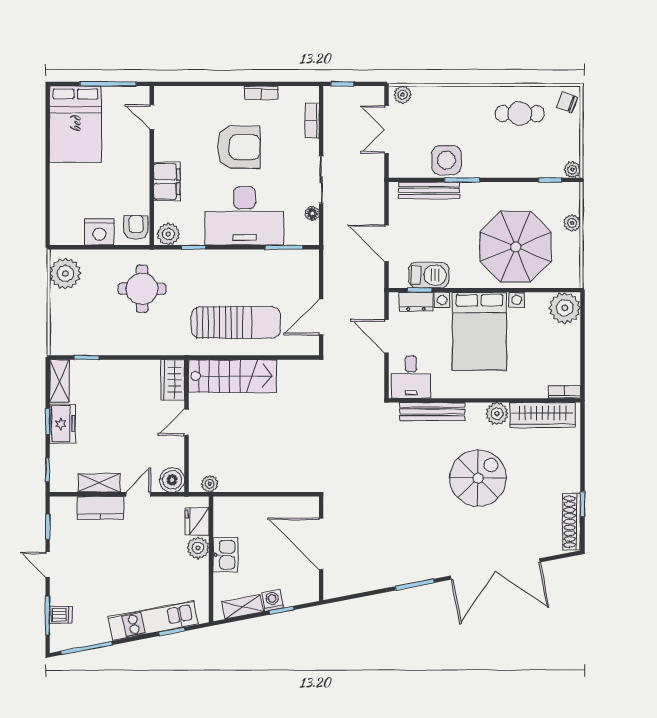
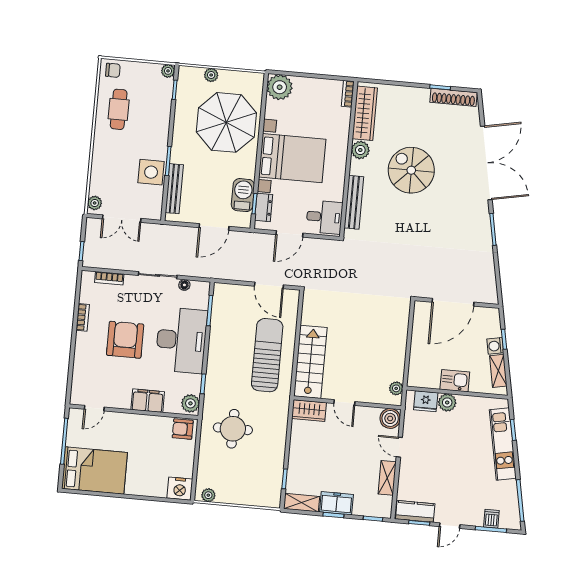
chair: (567, 102) -> (113, 70), turned -111
nightstand: (99, 232) -> (180, 489), moved, turned 90
plant: (65, 273) -> (208, 495), width x0.53, depth x0.53
kitchen counter: (100, 508) -> (415, 511), moved, turned -90

